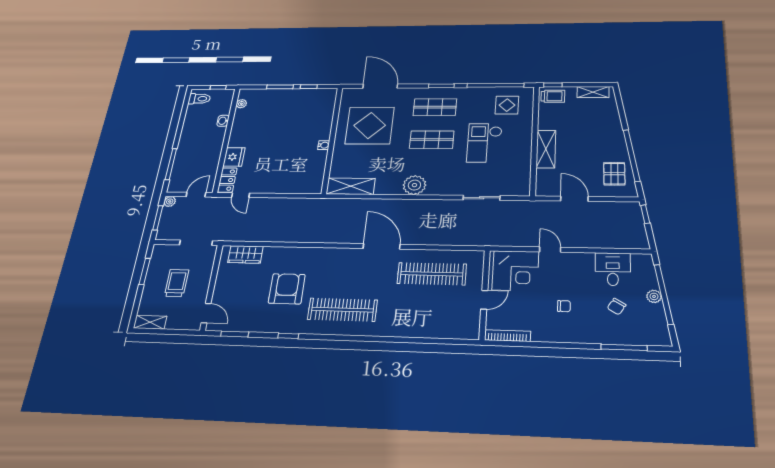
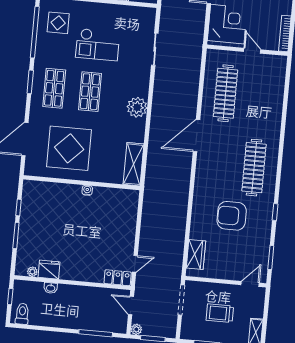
fridge: (234, 157) -> (49, 270), moved

